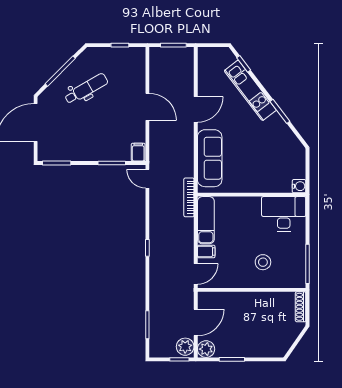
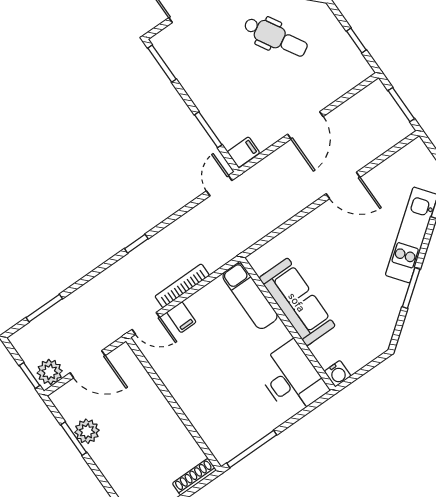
sofa: (210, 158) -> (297, 302), moved, turned -90
bookcase: (189, 197) -> (182, 286), moved
exam couch: (206, 220) -> (250, 296), moved, turned 90
stool: (263, 262) -> (216, 394), removed
plant: (206, 349) -> (87, 431), moved

